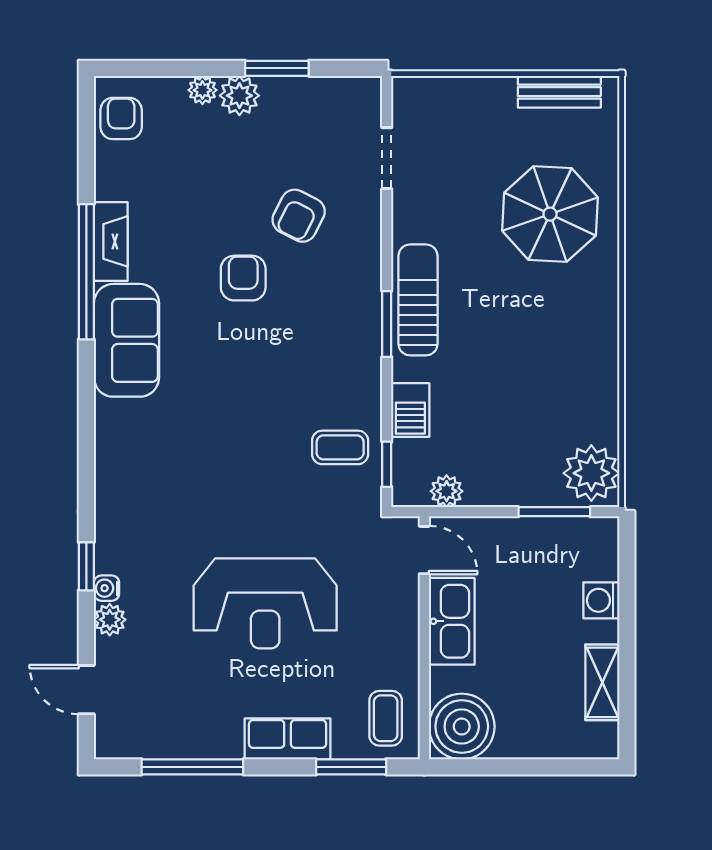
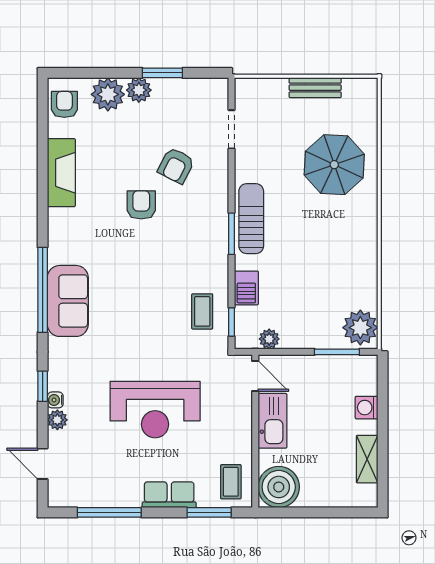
plant: (202, 90) -> (108, 94), width x1.88, depth x1.88
bench: (559, 92) -> (315, 88), moved
fireplace: (111, 241) -> (61, 173), width x1.37, depth x1.32
window: (86, 272) -> (43, 290), moved
sofa: (126, 340) -> (68, 301), moved
coffee table: (340, 447) -> (202, 311), turned 90

